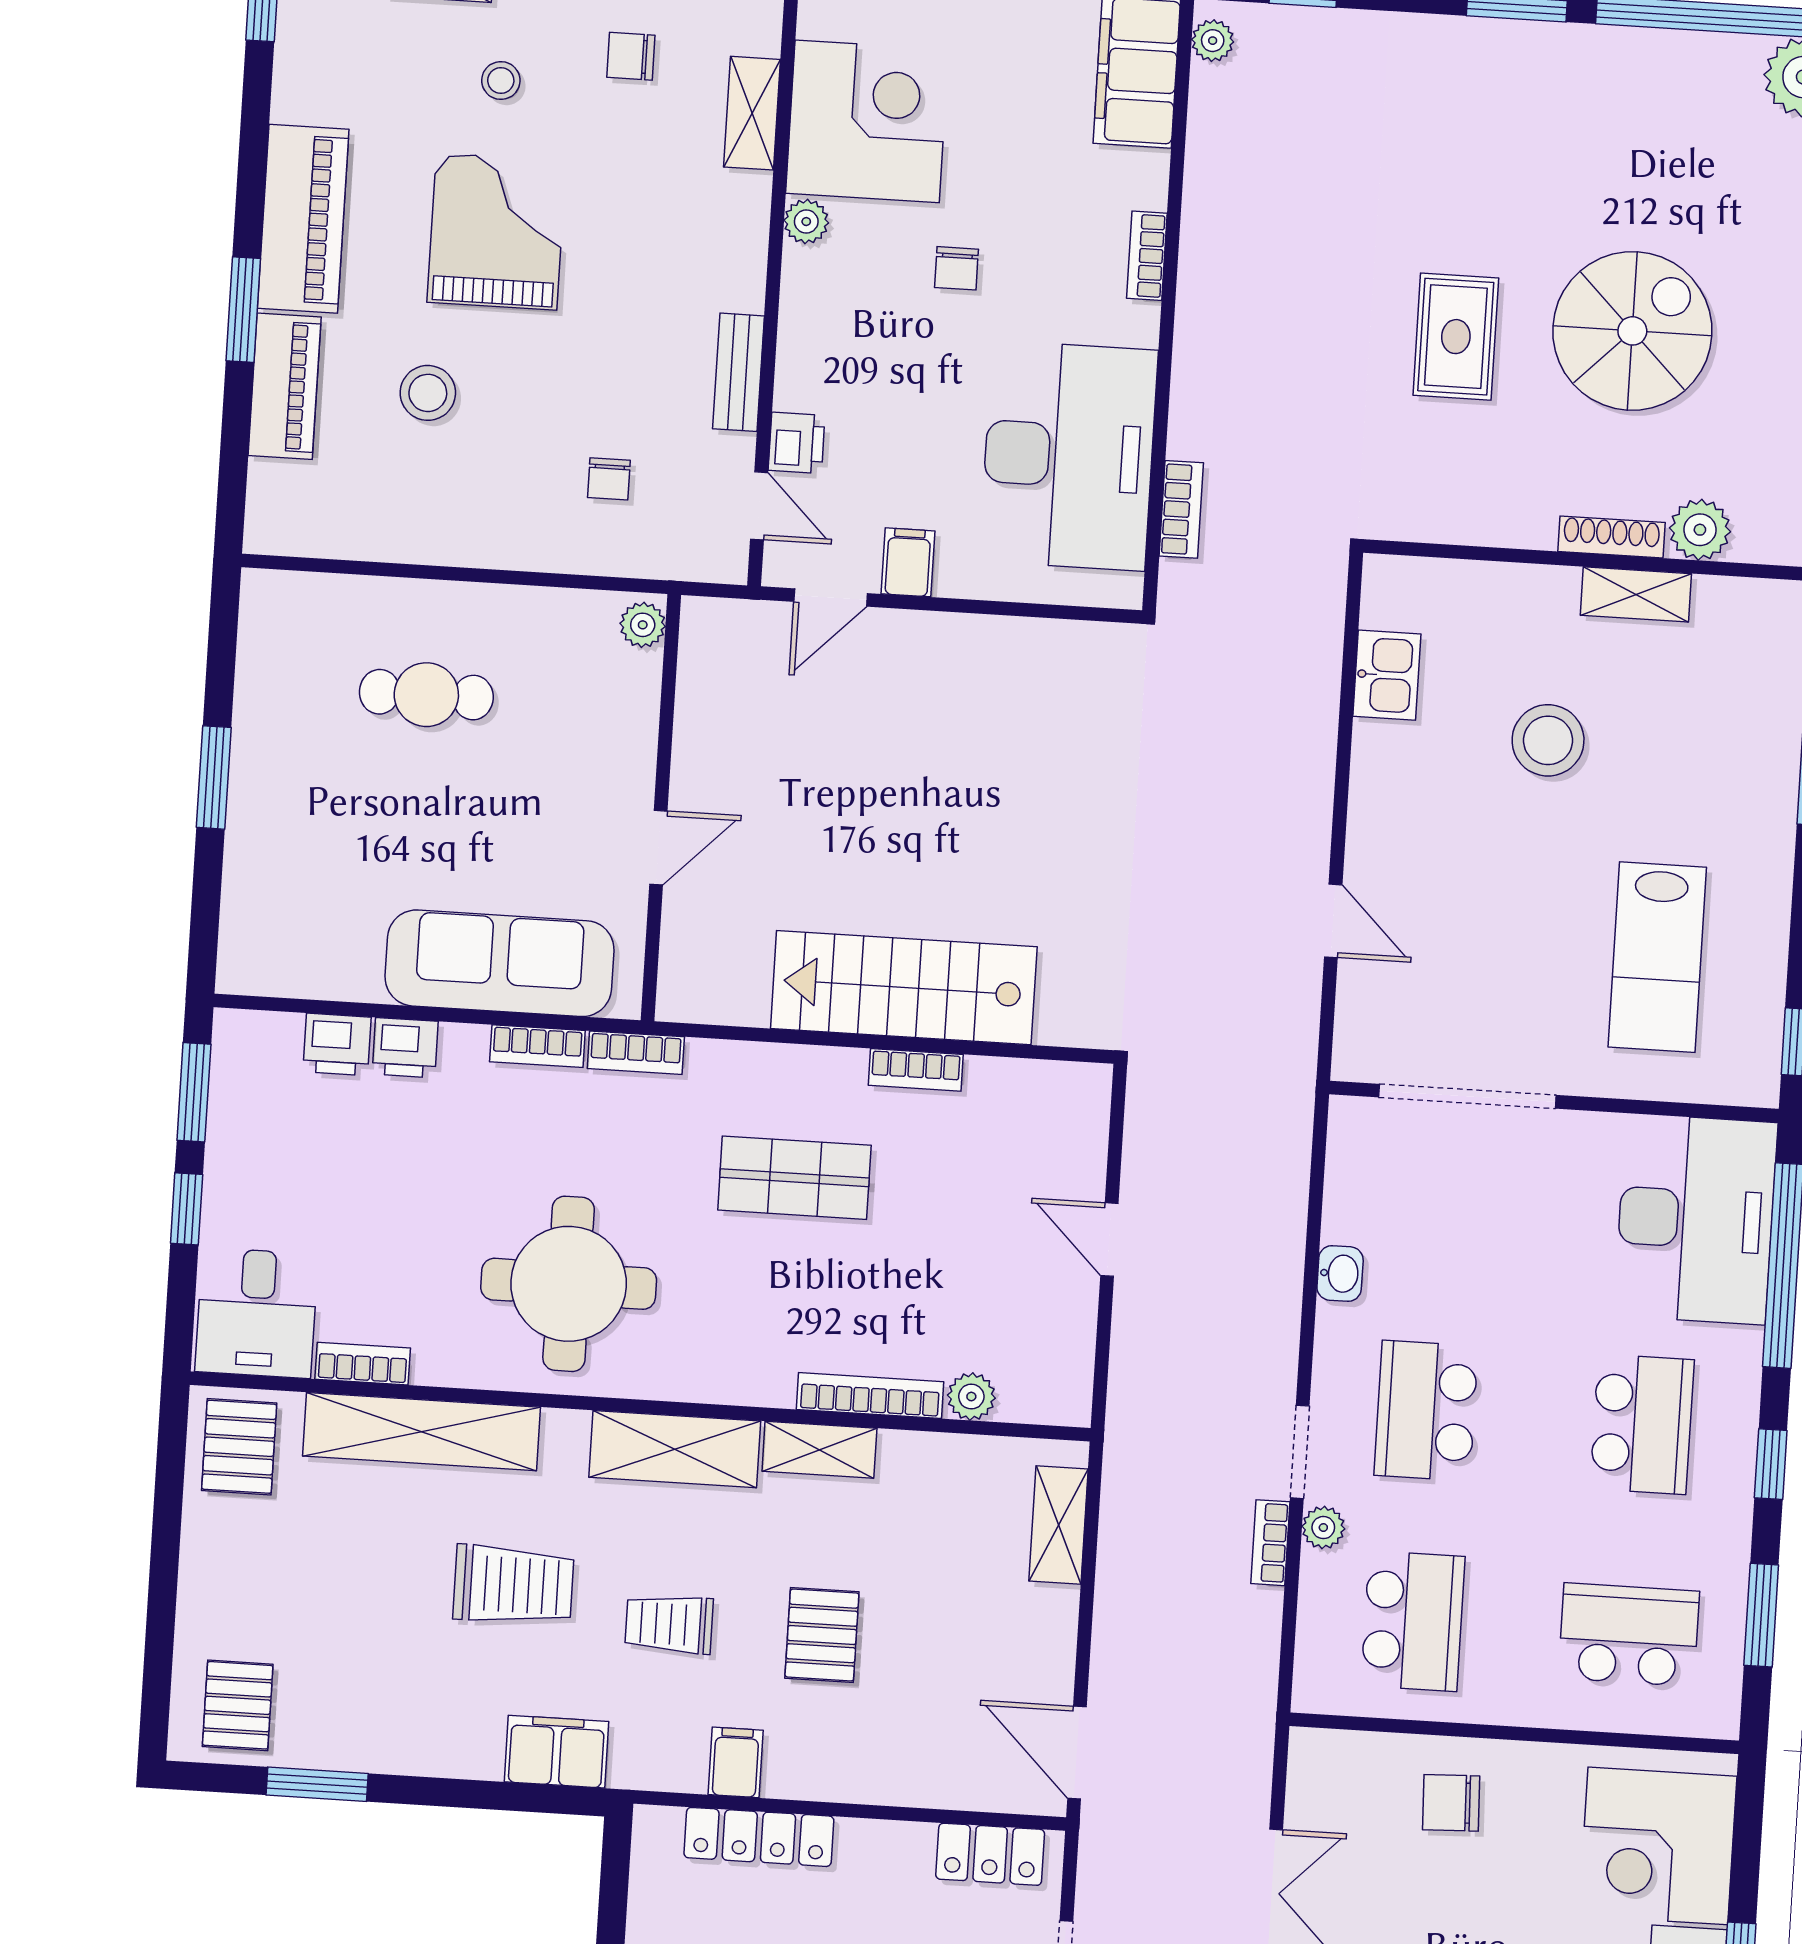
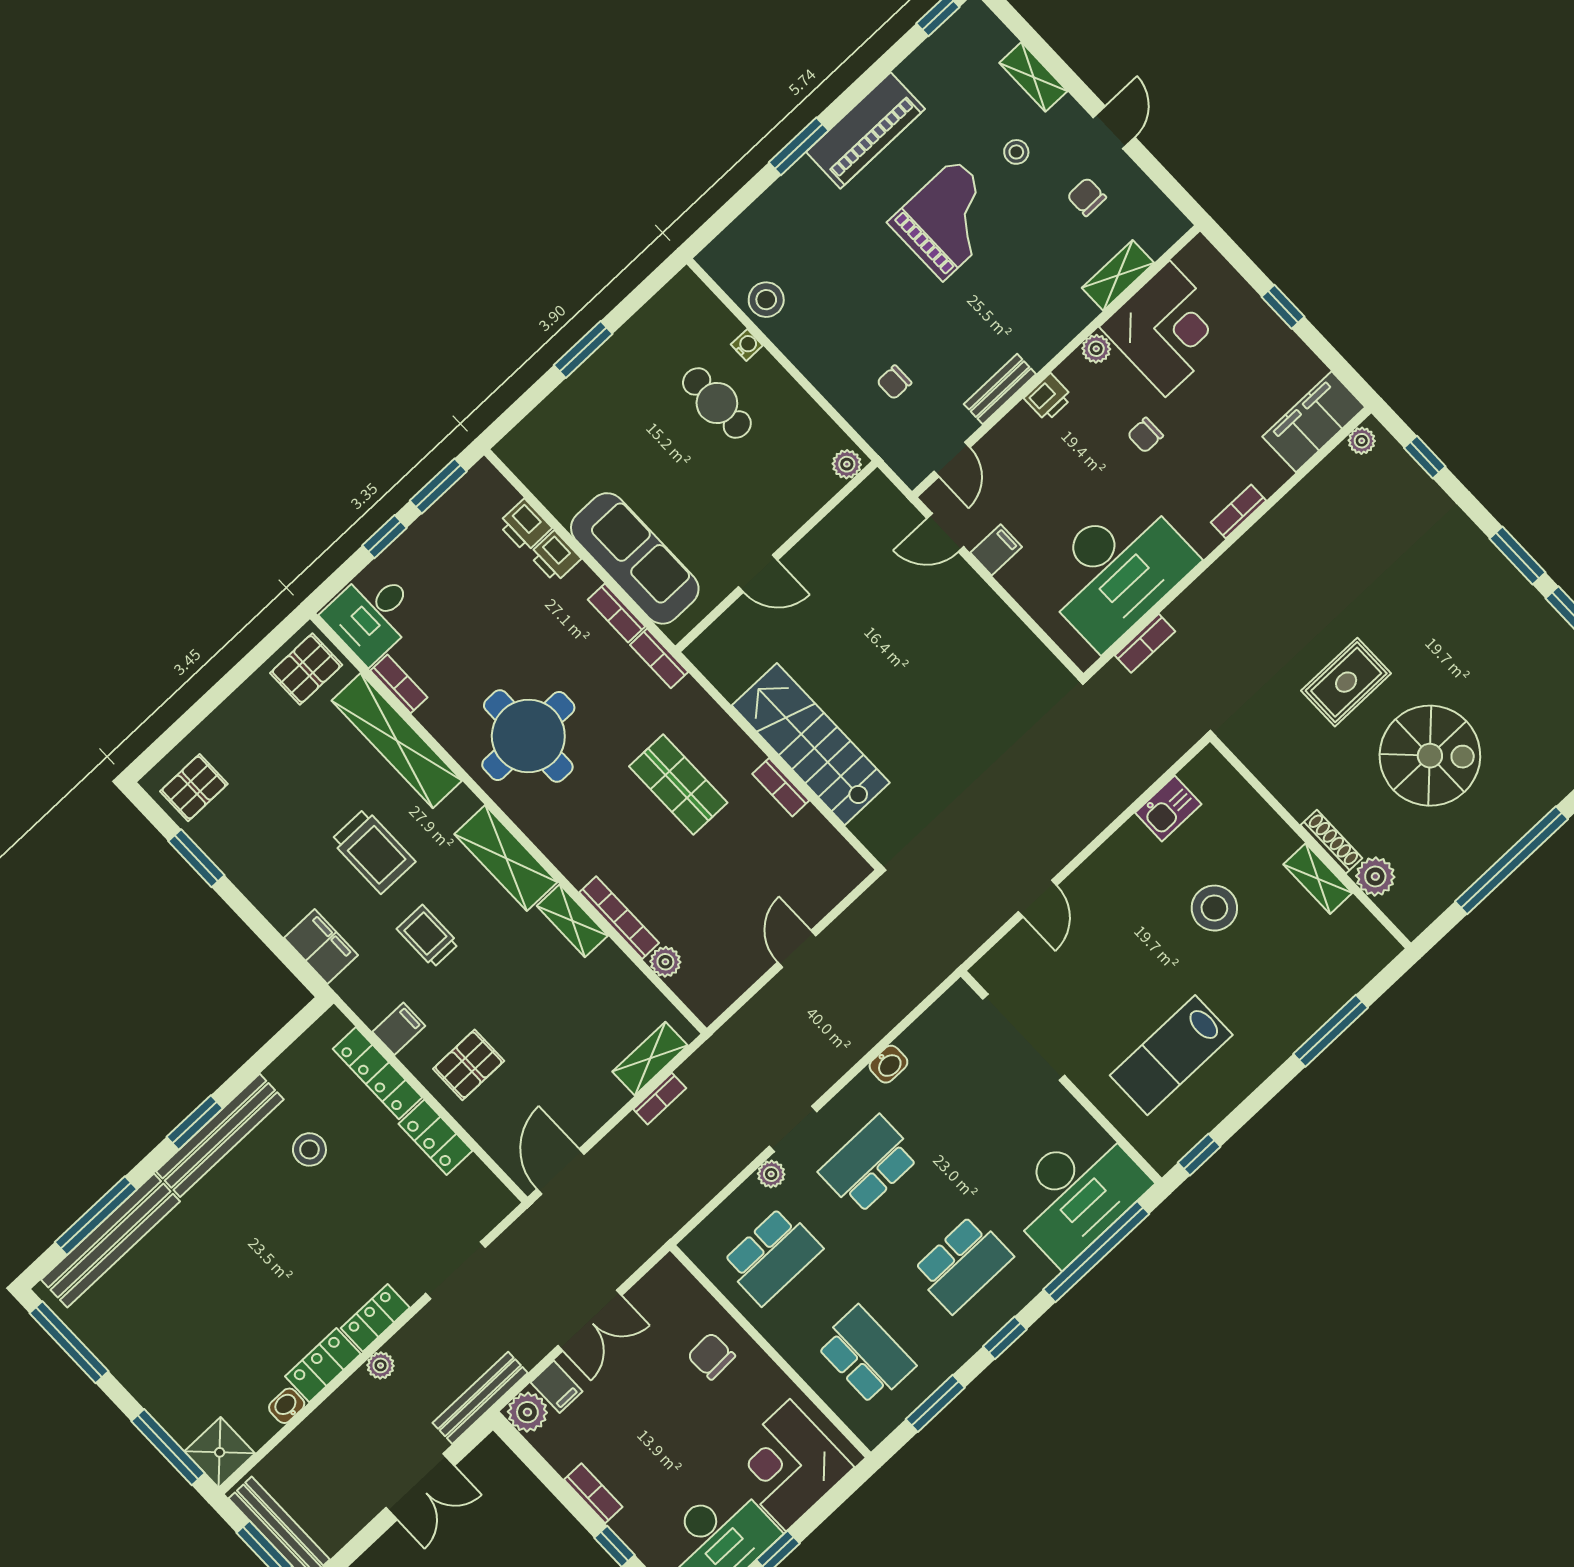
piano: (285, 386) -> (785, 200), removed
stool: (428, 393) -> (766, 300), moved
printer: (797, 443) -> (1048, 398), moved
water cooler: (398, 595) -> (747, 345), added
bookcase: (1270, 1543) -> (660, 1099), moved, turned 180
pallet: (822, 1635) -> (469, 1065), moved
locker: (990, 1854) -> (435, 1137), moved

